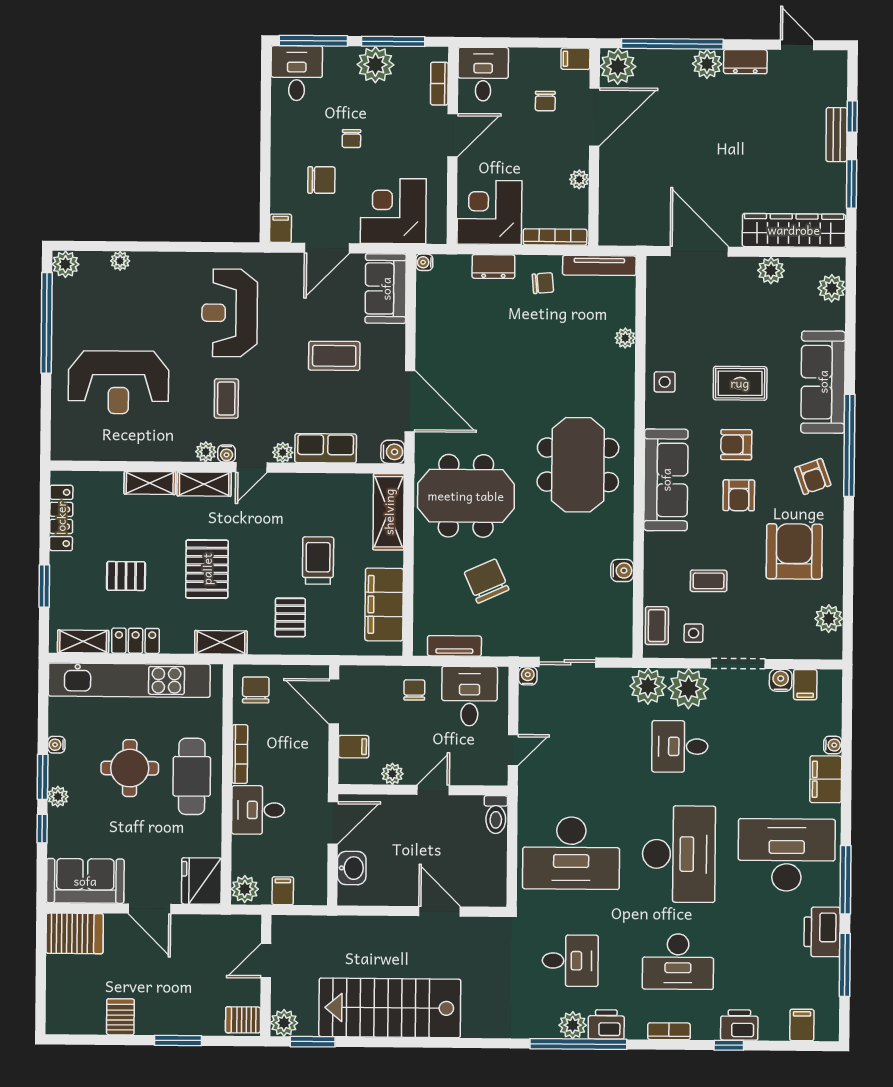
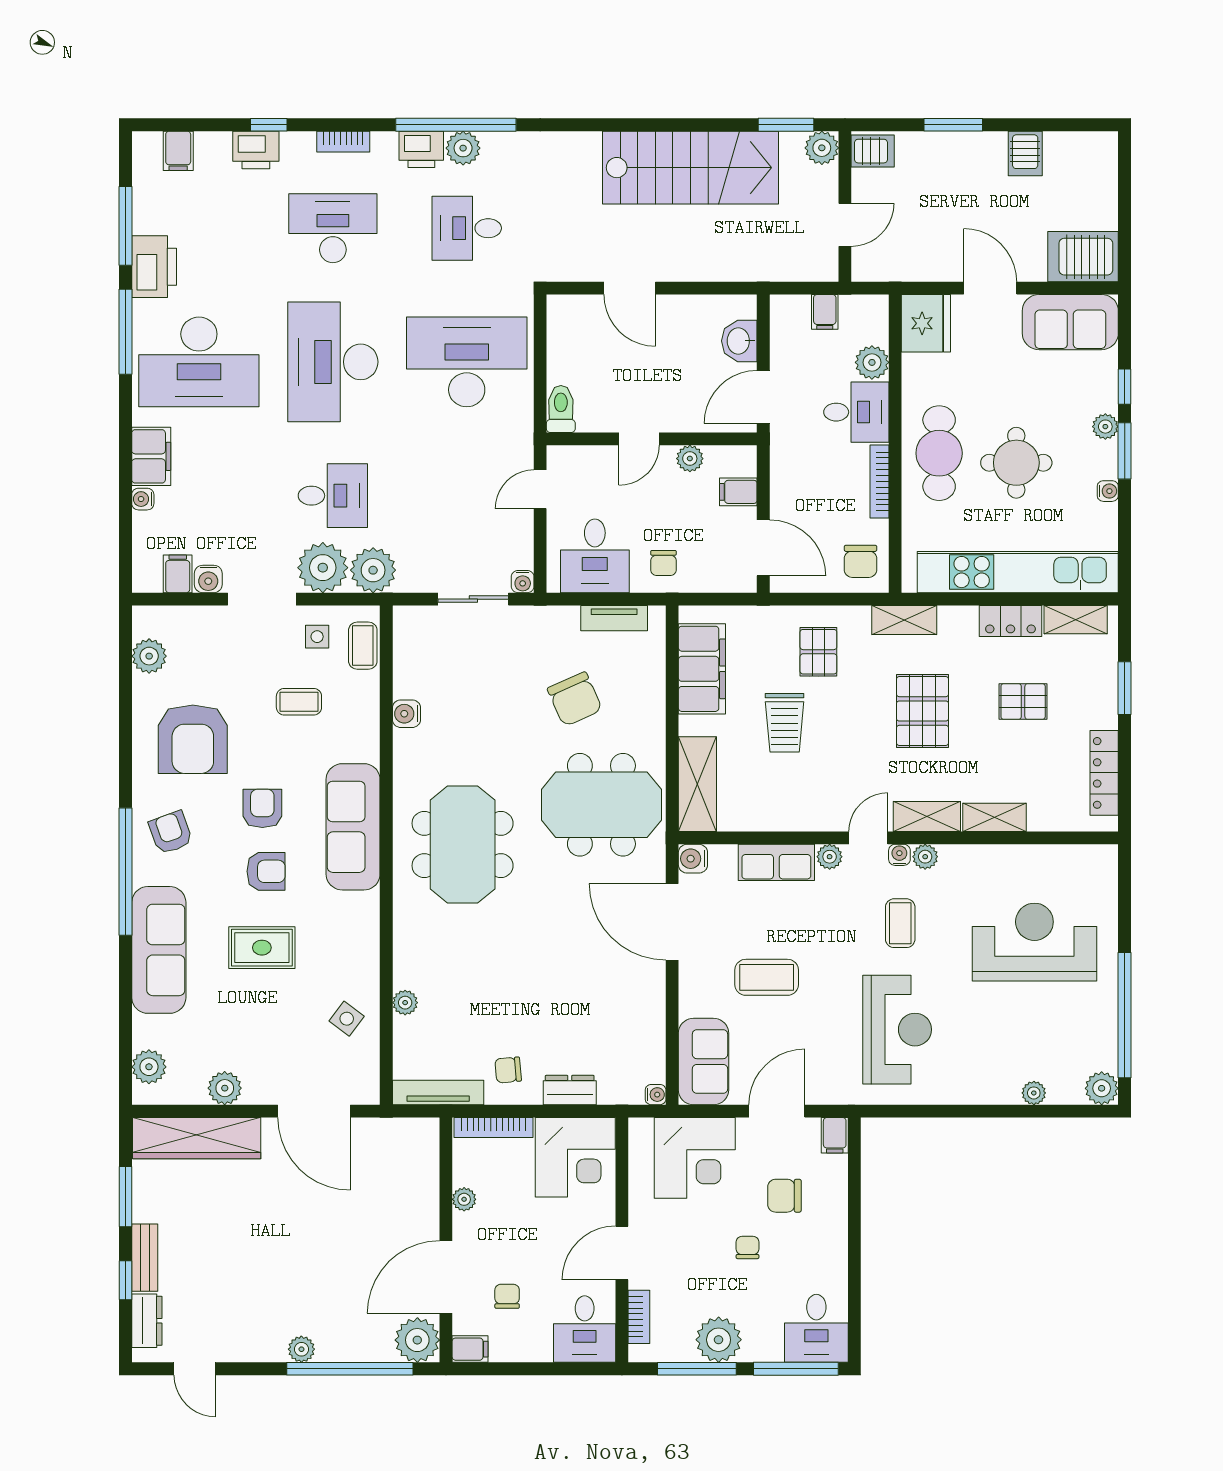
dresser: (745, 62) -> (147, 1321), moved, turned 90
plant: (707, 64) -> (301, 1349), width x0.73, depth x0.73
side table: (665, 382) -> (347, 1019), moved, turned 37
plant: (245, 889) -> (872, 362), moved

